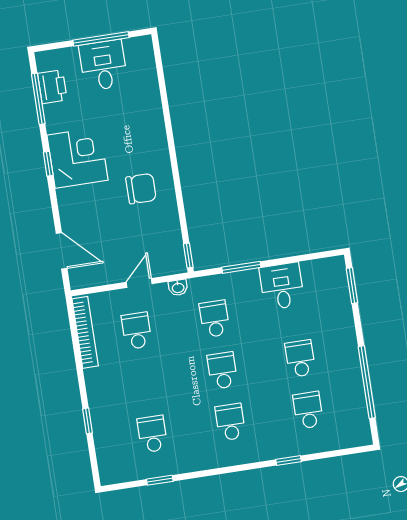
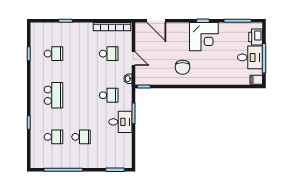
filing cabinet: (143, 47) -> (256, 80), added
printer: (52, 87) -> (256, 37), moved, turned 90
door: (62, 251) -> (156, 21), hinge flipped
desk: (282, 286) -> (120, 122), moved
school desk: (222, 370) -> (81, 95), removed
school desk: (230, 422) -> (53, 95), width x1.85

